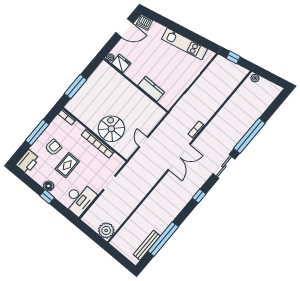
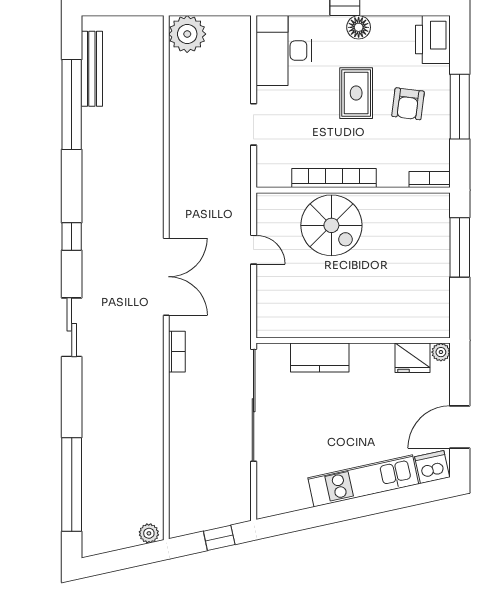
kitchen unit: (184, 44) -> (363, 481), moved
window: (249, 136) -> (72, 484), moved
double door: (179, 157) -> (166, 277), swing flipped

